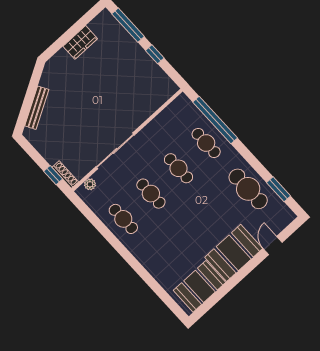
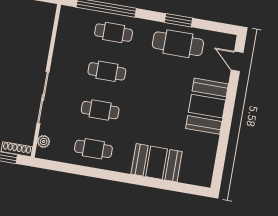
window: (279, 189) -> (179, 20), moved
door: (273, 246) -> (237, 61), moved
booth: (199, 286) -> (157, 163), moved, turned 90

